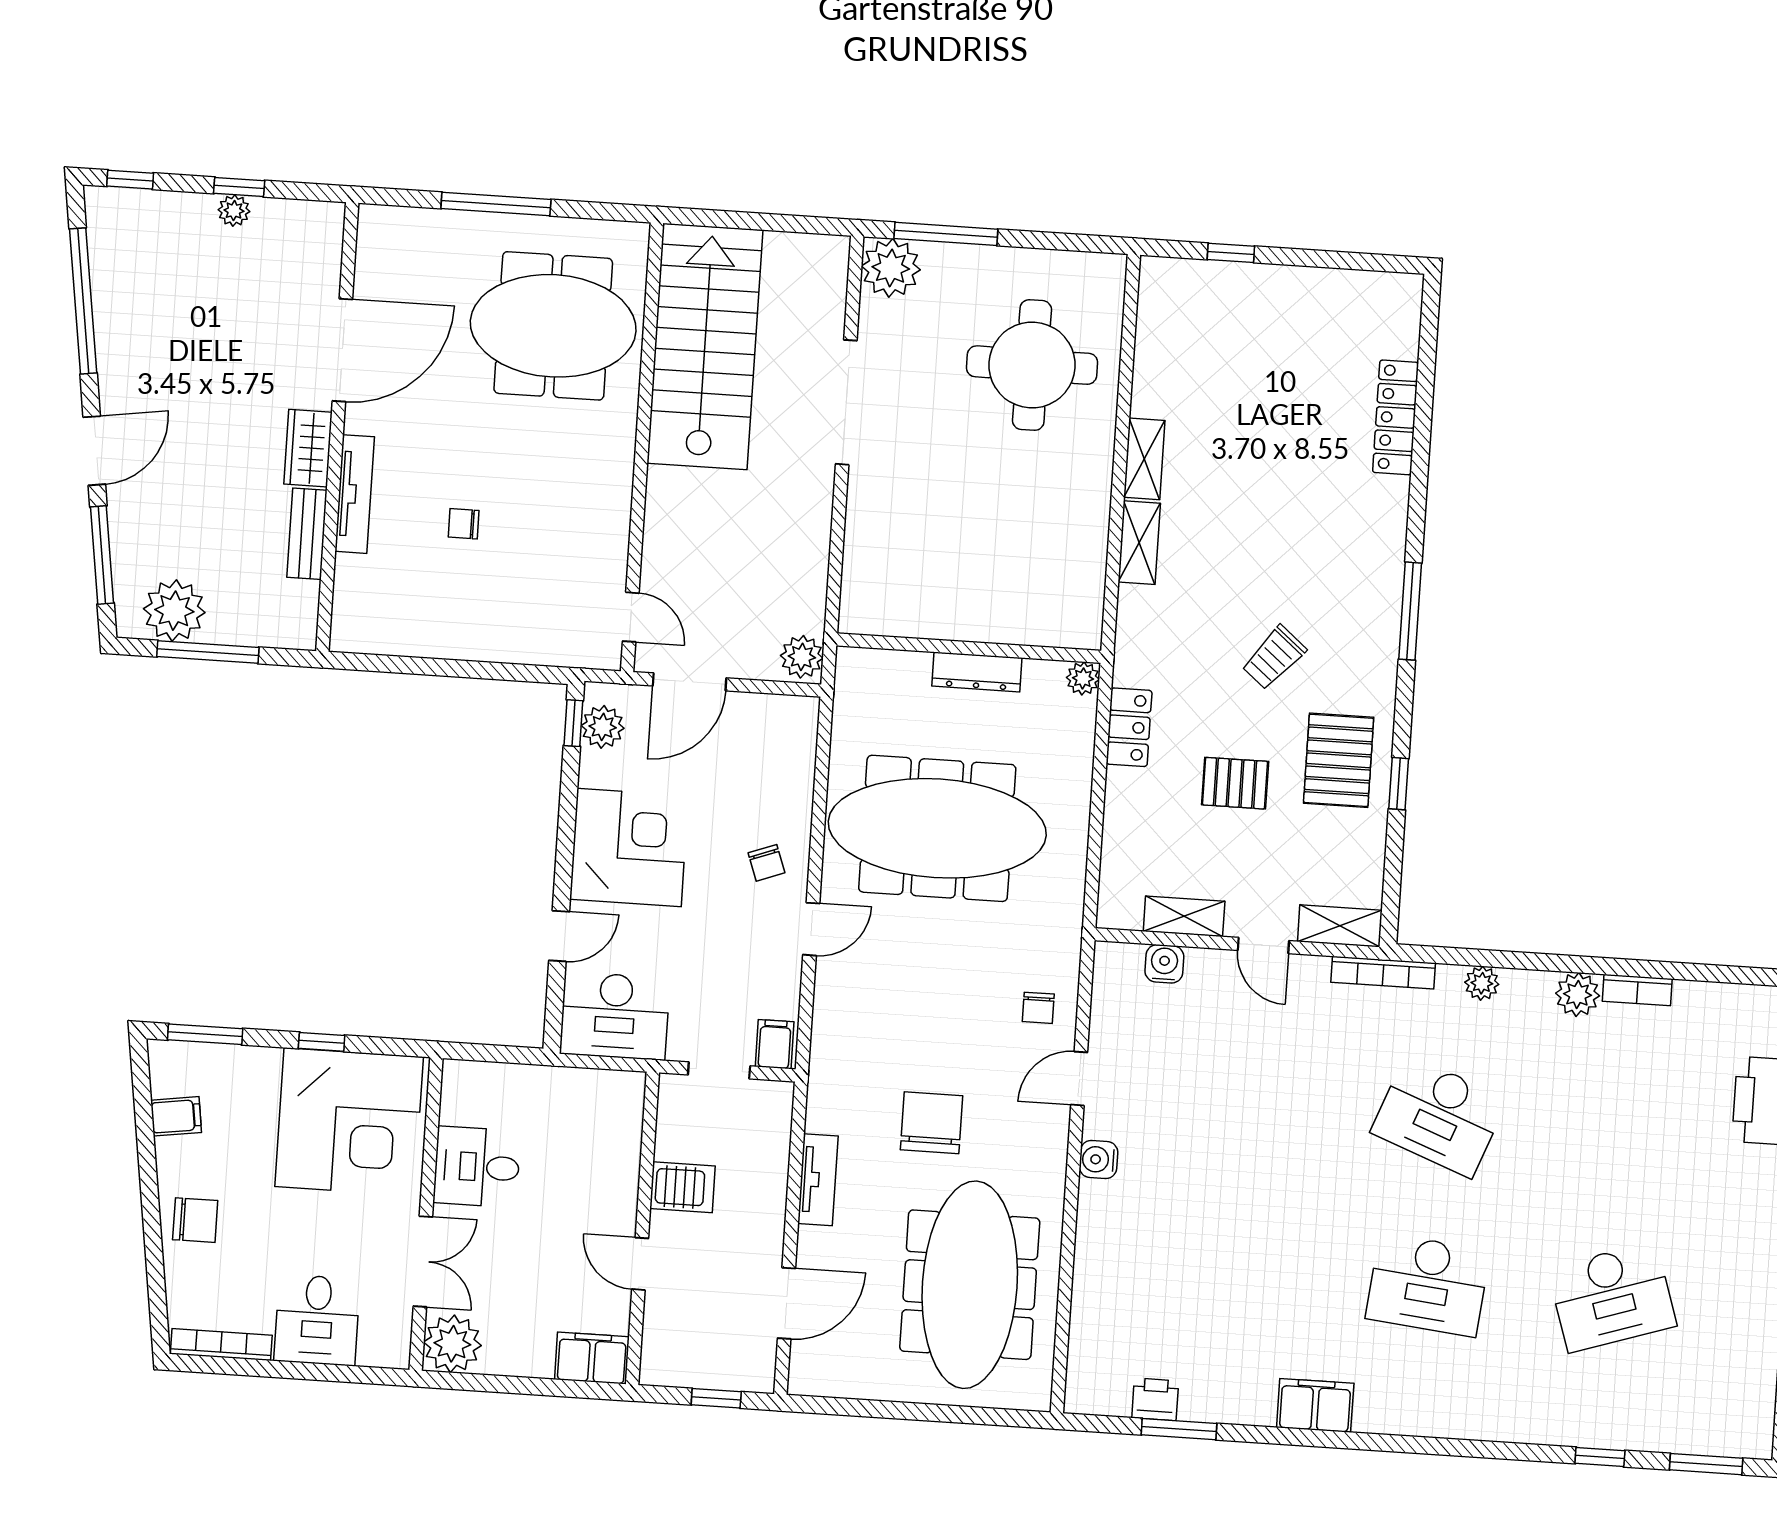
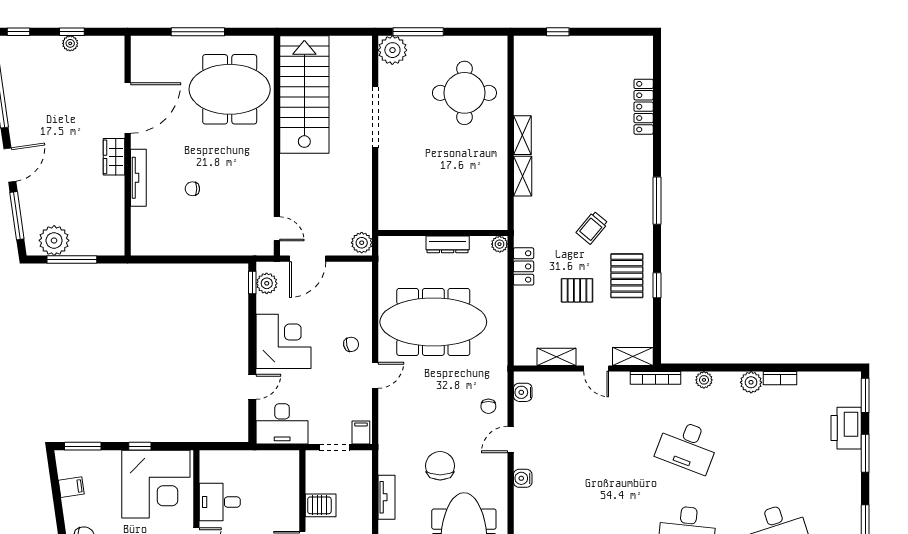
bench: (307, 534) -> (116, 199), removed
chair: (766, 863) -> (351, 344), turned -83
water cooler: (1164, 964) -> (523, 392), moved, turned -90

